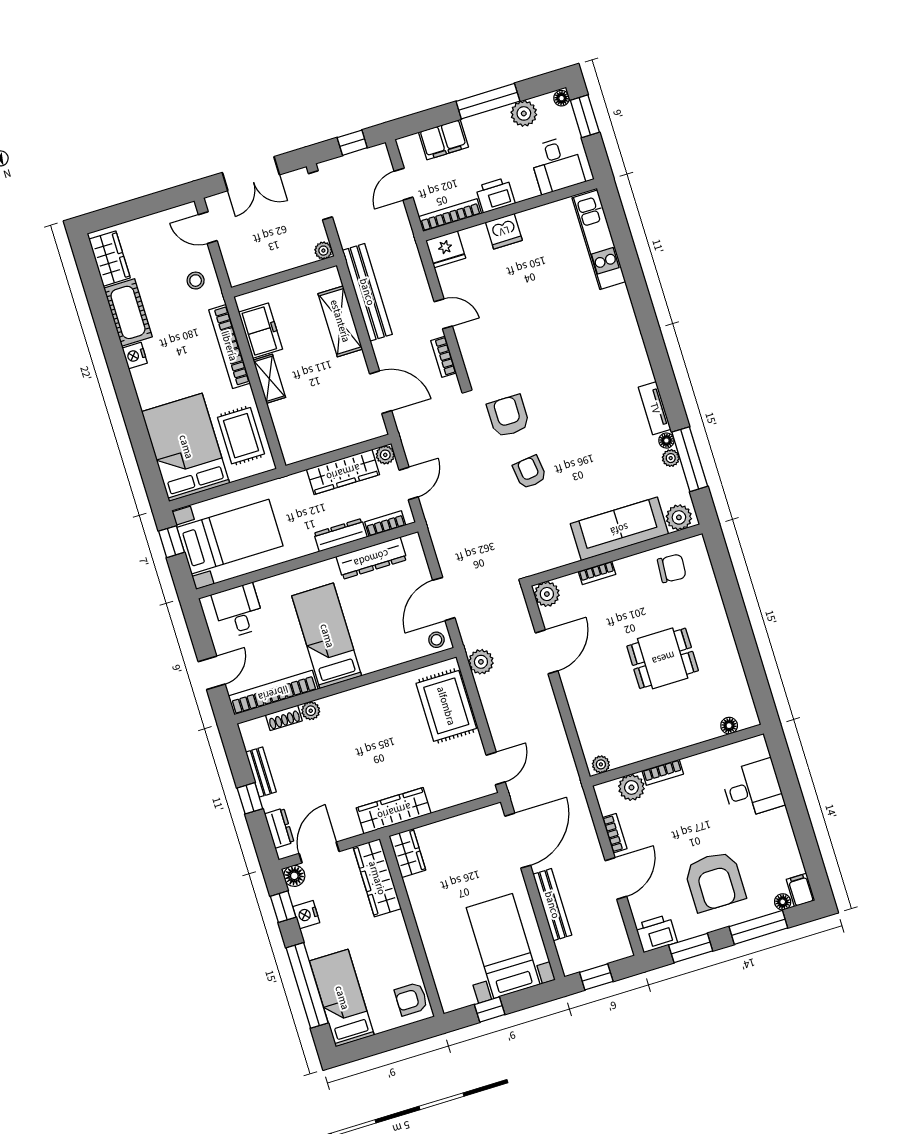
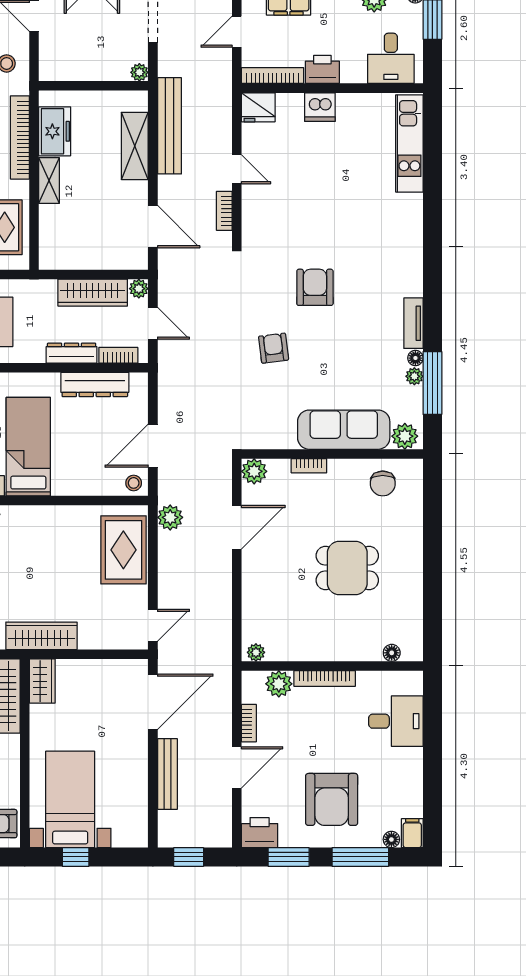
armchair: (508, 416) -> (315, 287), moved
door: (409, 484) -> (153, 323), hinge flipped
chair: (672, 568) -> (383, 483), turned 86
bookcase: (663, 772) -> (325, 678), width x1.56
bed with nightstands: (503, 946) -> (70, 799), moved

